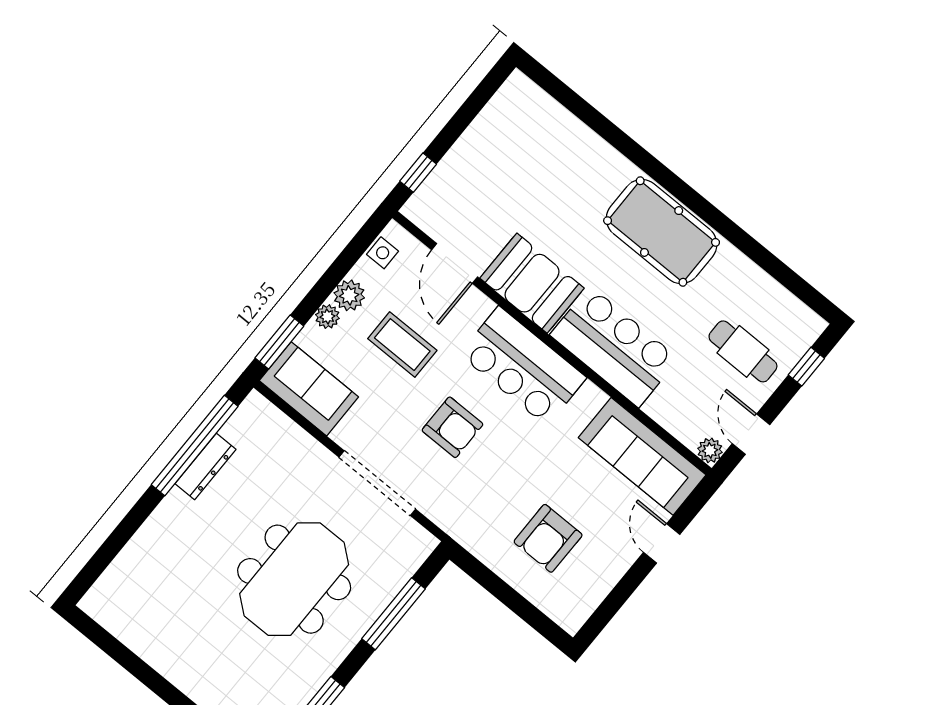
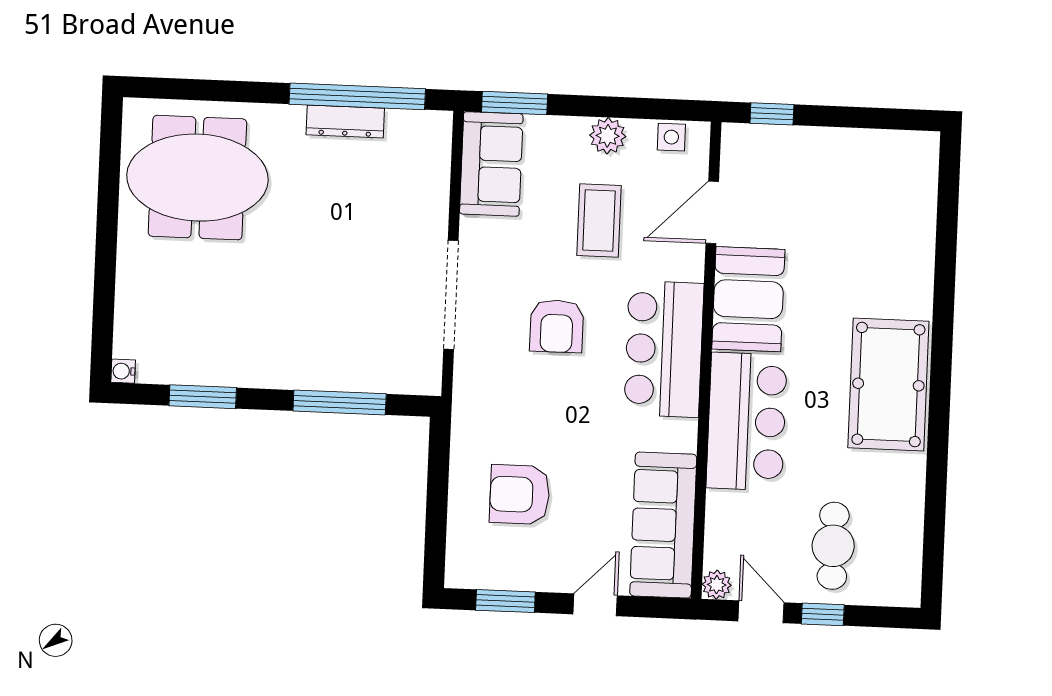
plant: (327, 317) -> (572, 130), removed
window: (806, 367) -> (823, 614), moved
door: (751, 434) -> (761, 612), hinge flipped
meeting table: (294, 579) -> (197, 178), moved
window: (613, 602) -> (505, 601), added

